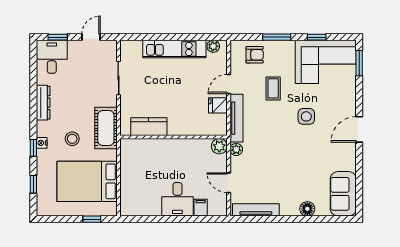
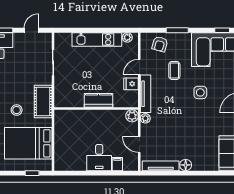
window: (317, 37) -> (222, 30), moved
armchair: (255, 55) -> (160, 44), turned 106
kitchen counter: (149, 127) -> (99, 100), moved
floor lamp: (307, 209) -> (186, 165), moved

